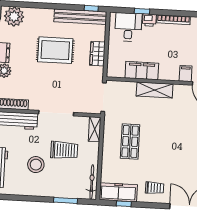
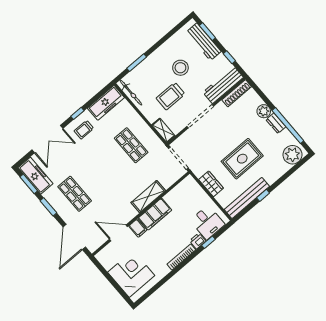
window: (91, 8) -> (263, 195), moved
filing cabinet: (142, 71) -> (155, 214), moved
window: (124, 204) -> (77, 113), moved

